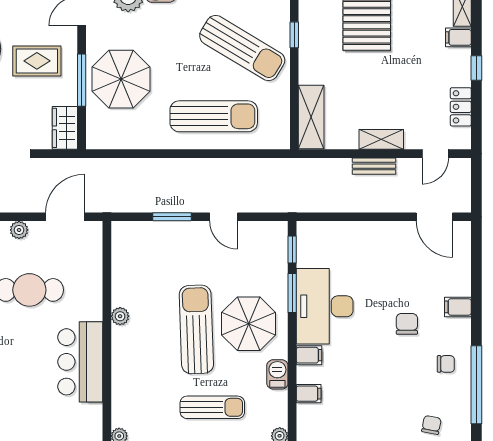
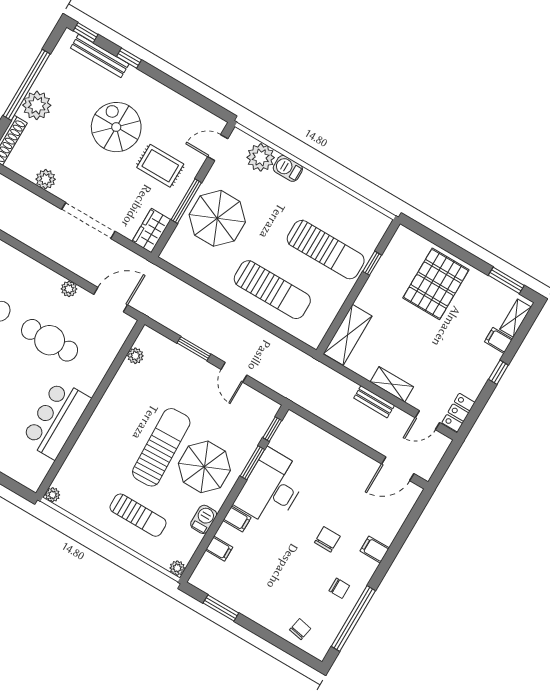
sun lounger: (242, 48) -> (326, 250), turned -31
locker: (461, 107) -> (458, 413), moved
door: (434, 217) -> (398, 469), hinge flipped
plant: (120, 316) -> (135, 356), moved

